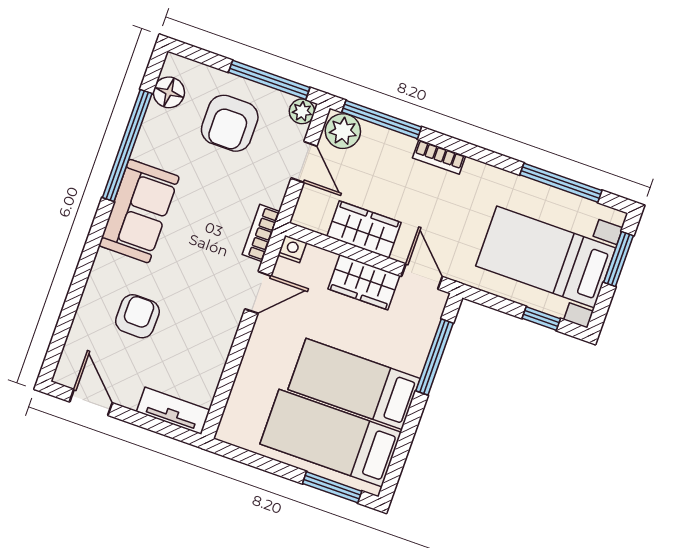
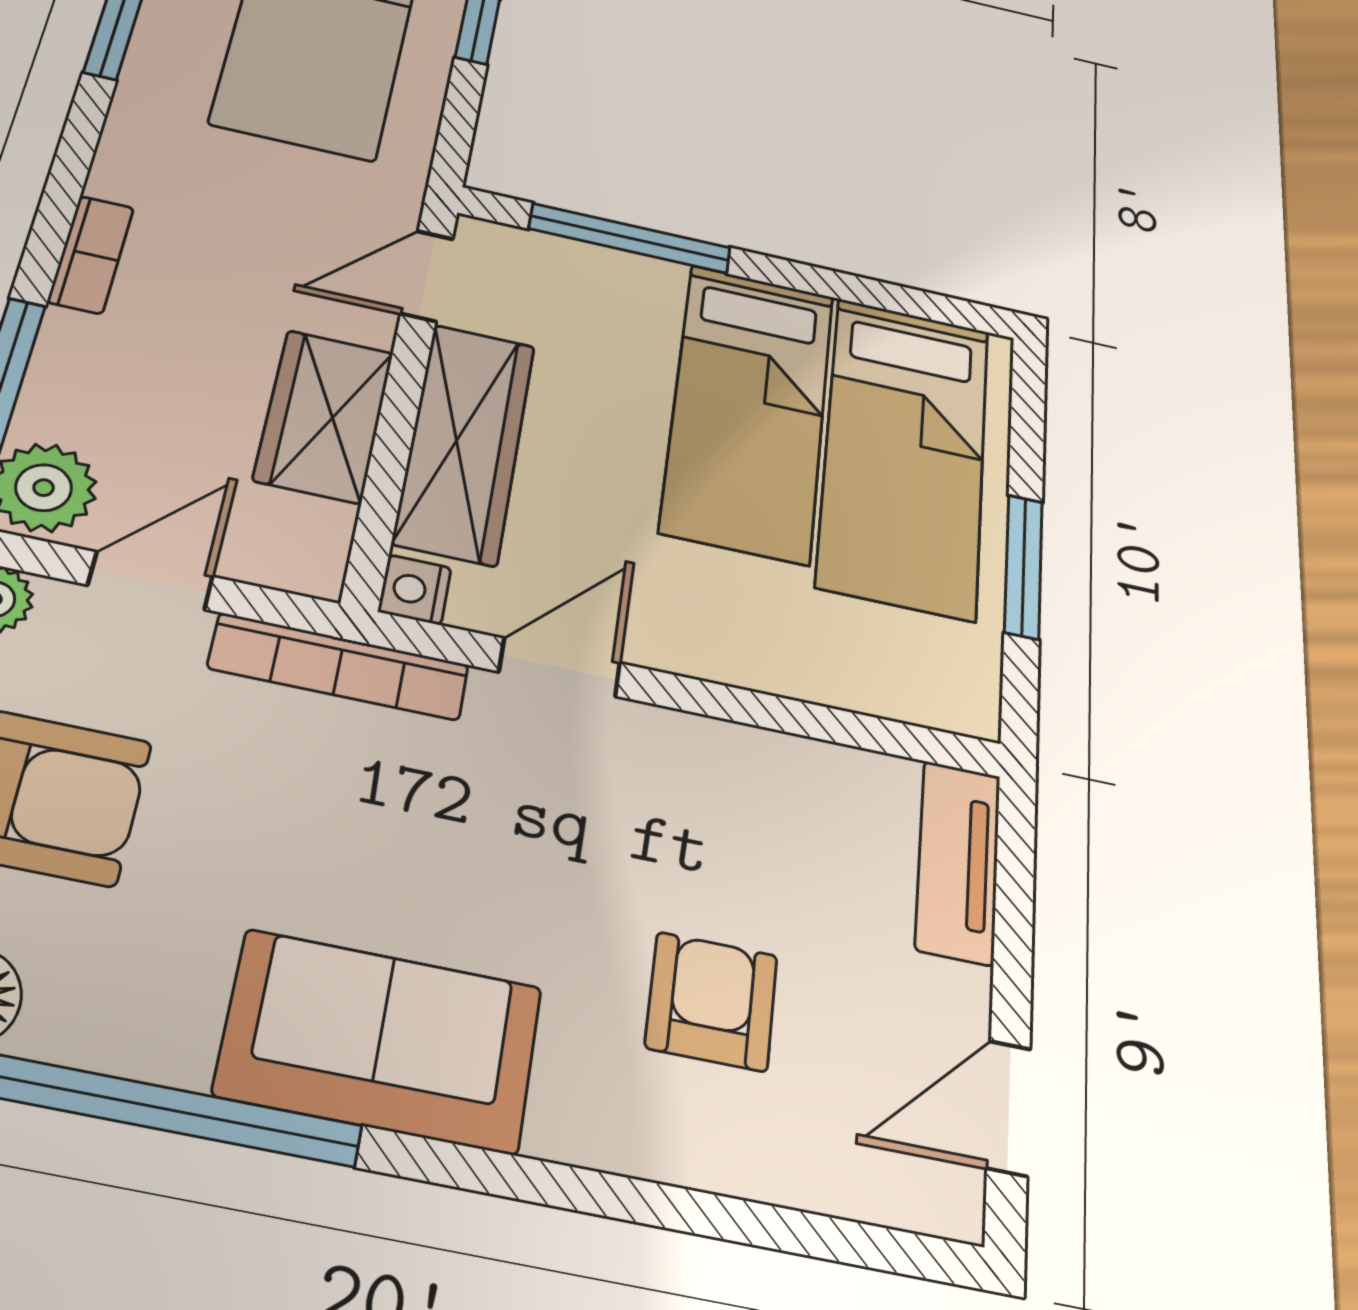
bookcase: (261, 233) -> (339, 667), width x1.56
wardrobe: (364, 282) -> (465, 443), width x1.50
door: (258, 292) -> (560, 667), hinge flipped
armchair: (137, 316) -> (712, 1001), turned 89
window: (332, 487) -> (1023, 566), moved

